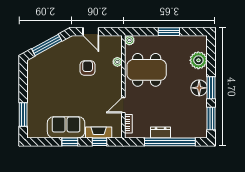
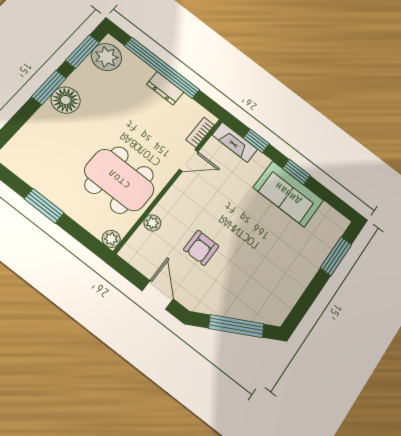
plant: (198, 60) -> (106, 57), moved
fireplace: (99, 133) -> (235, 142), moved

